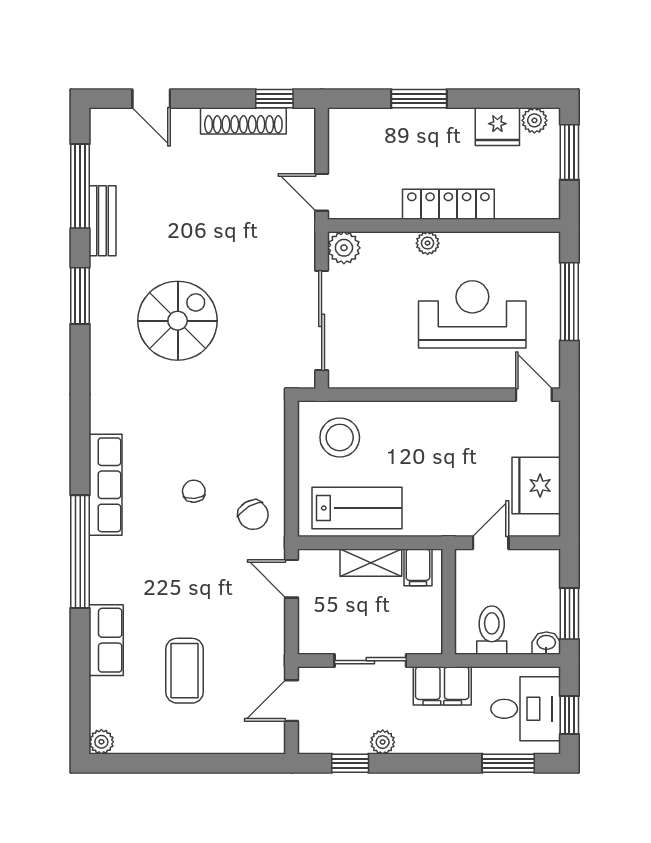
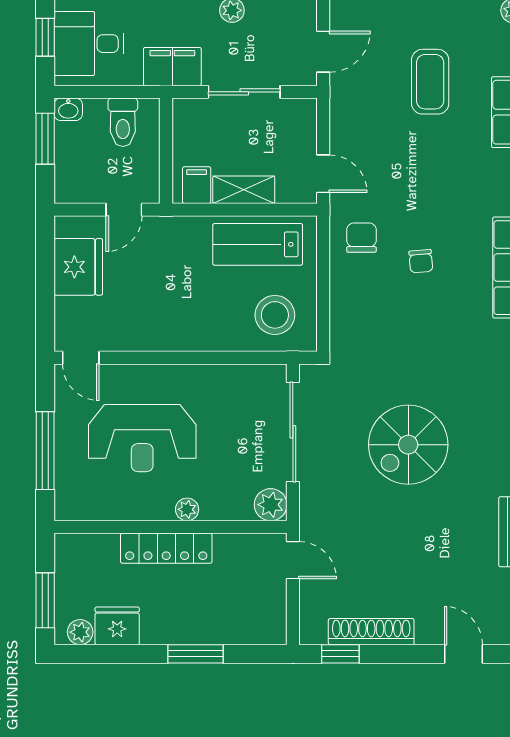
spiral stairs: (178, 321) -> (408, 445), moved
chair: (253, 515) -> (361, 238), turned 30

